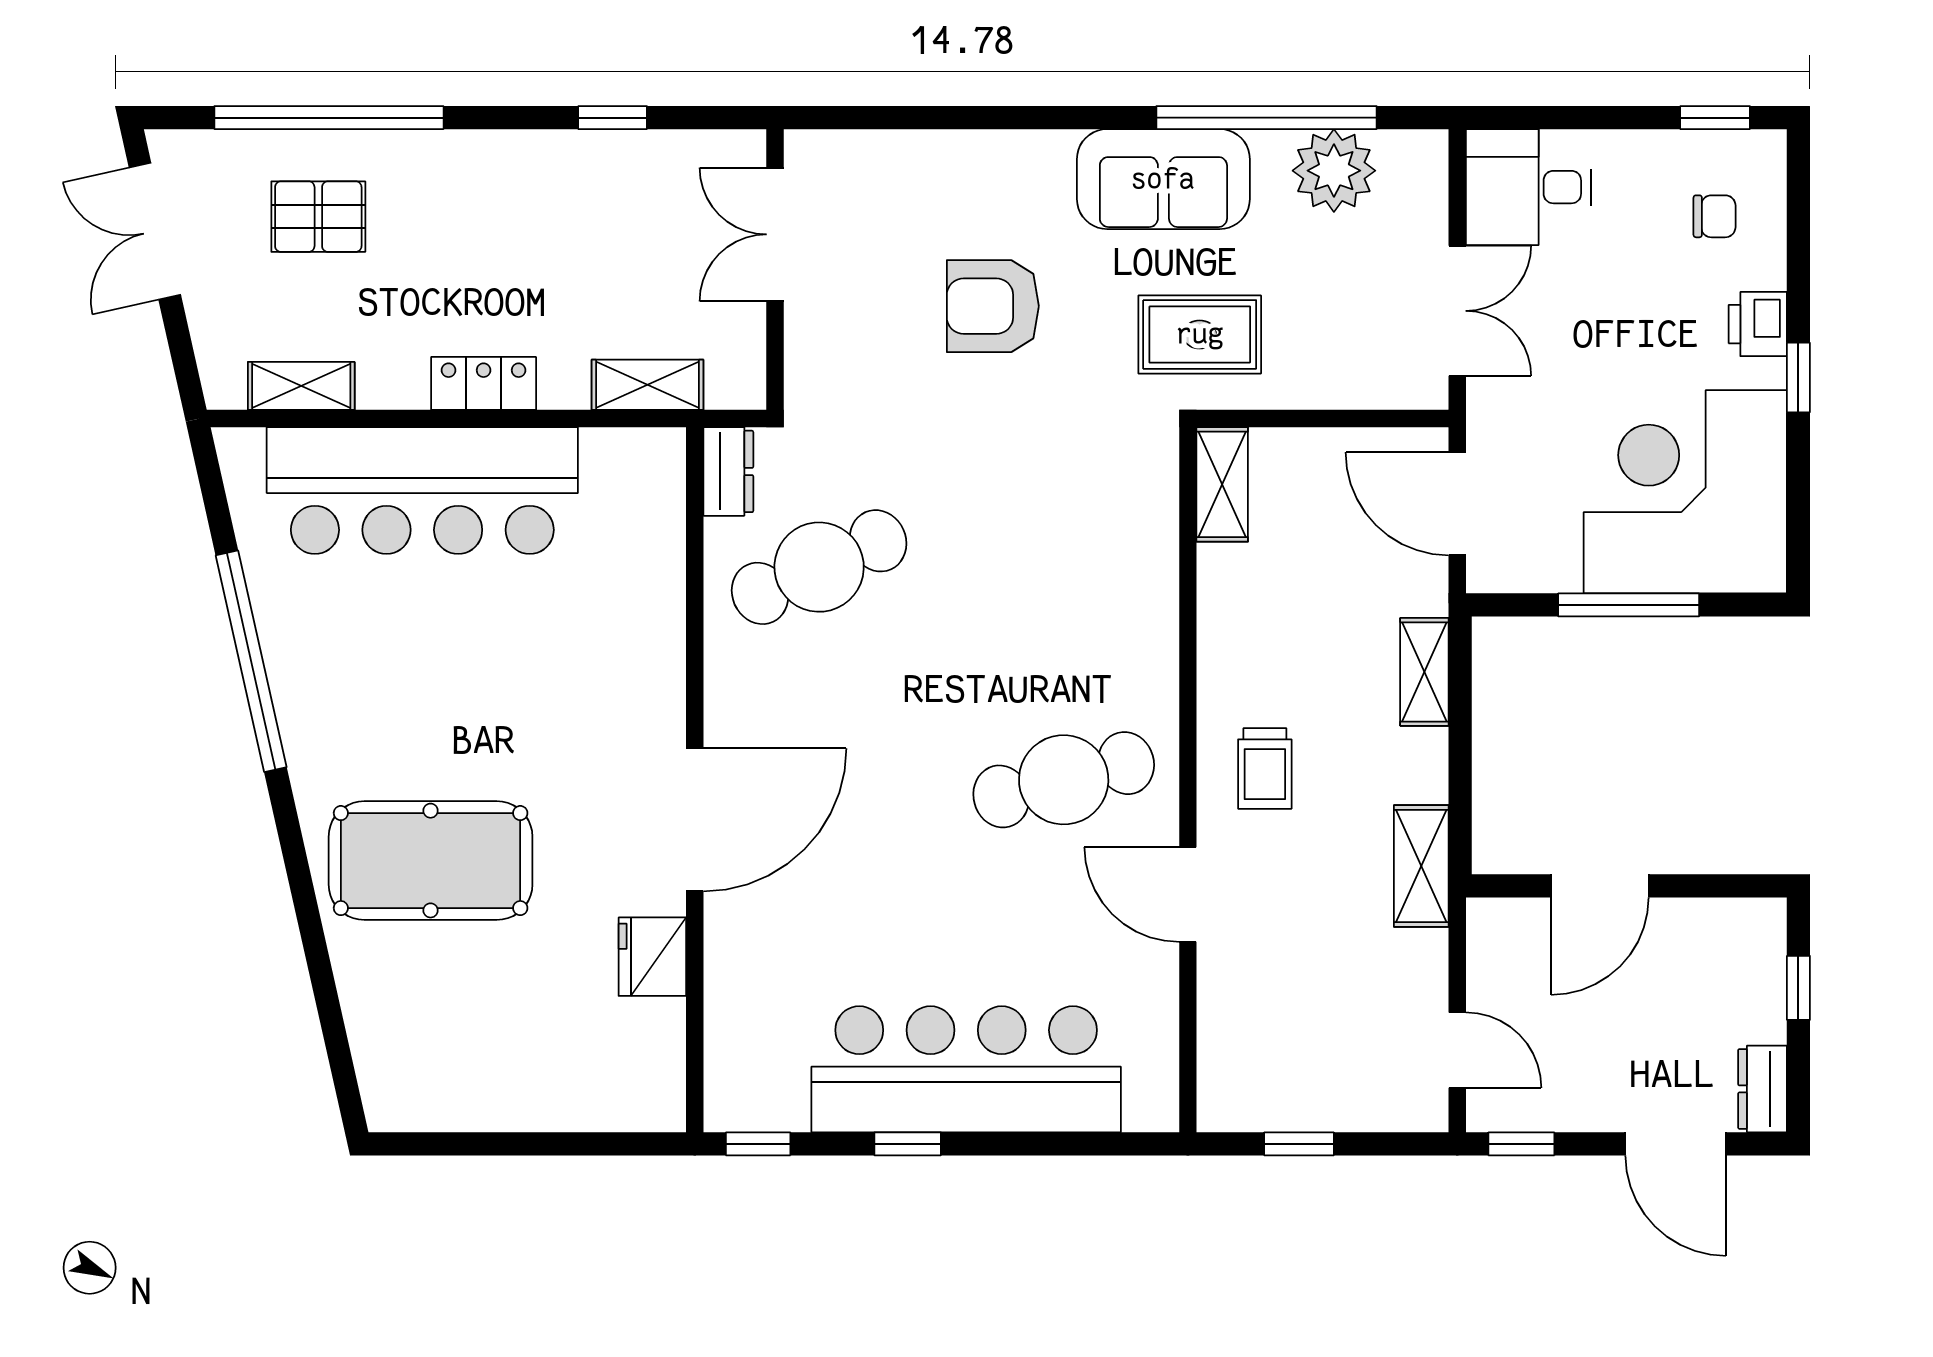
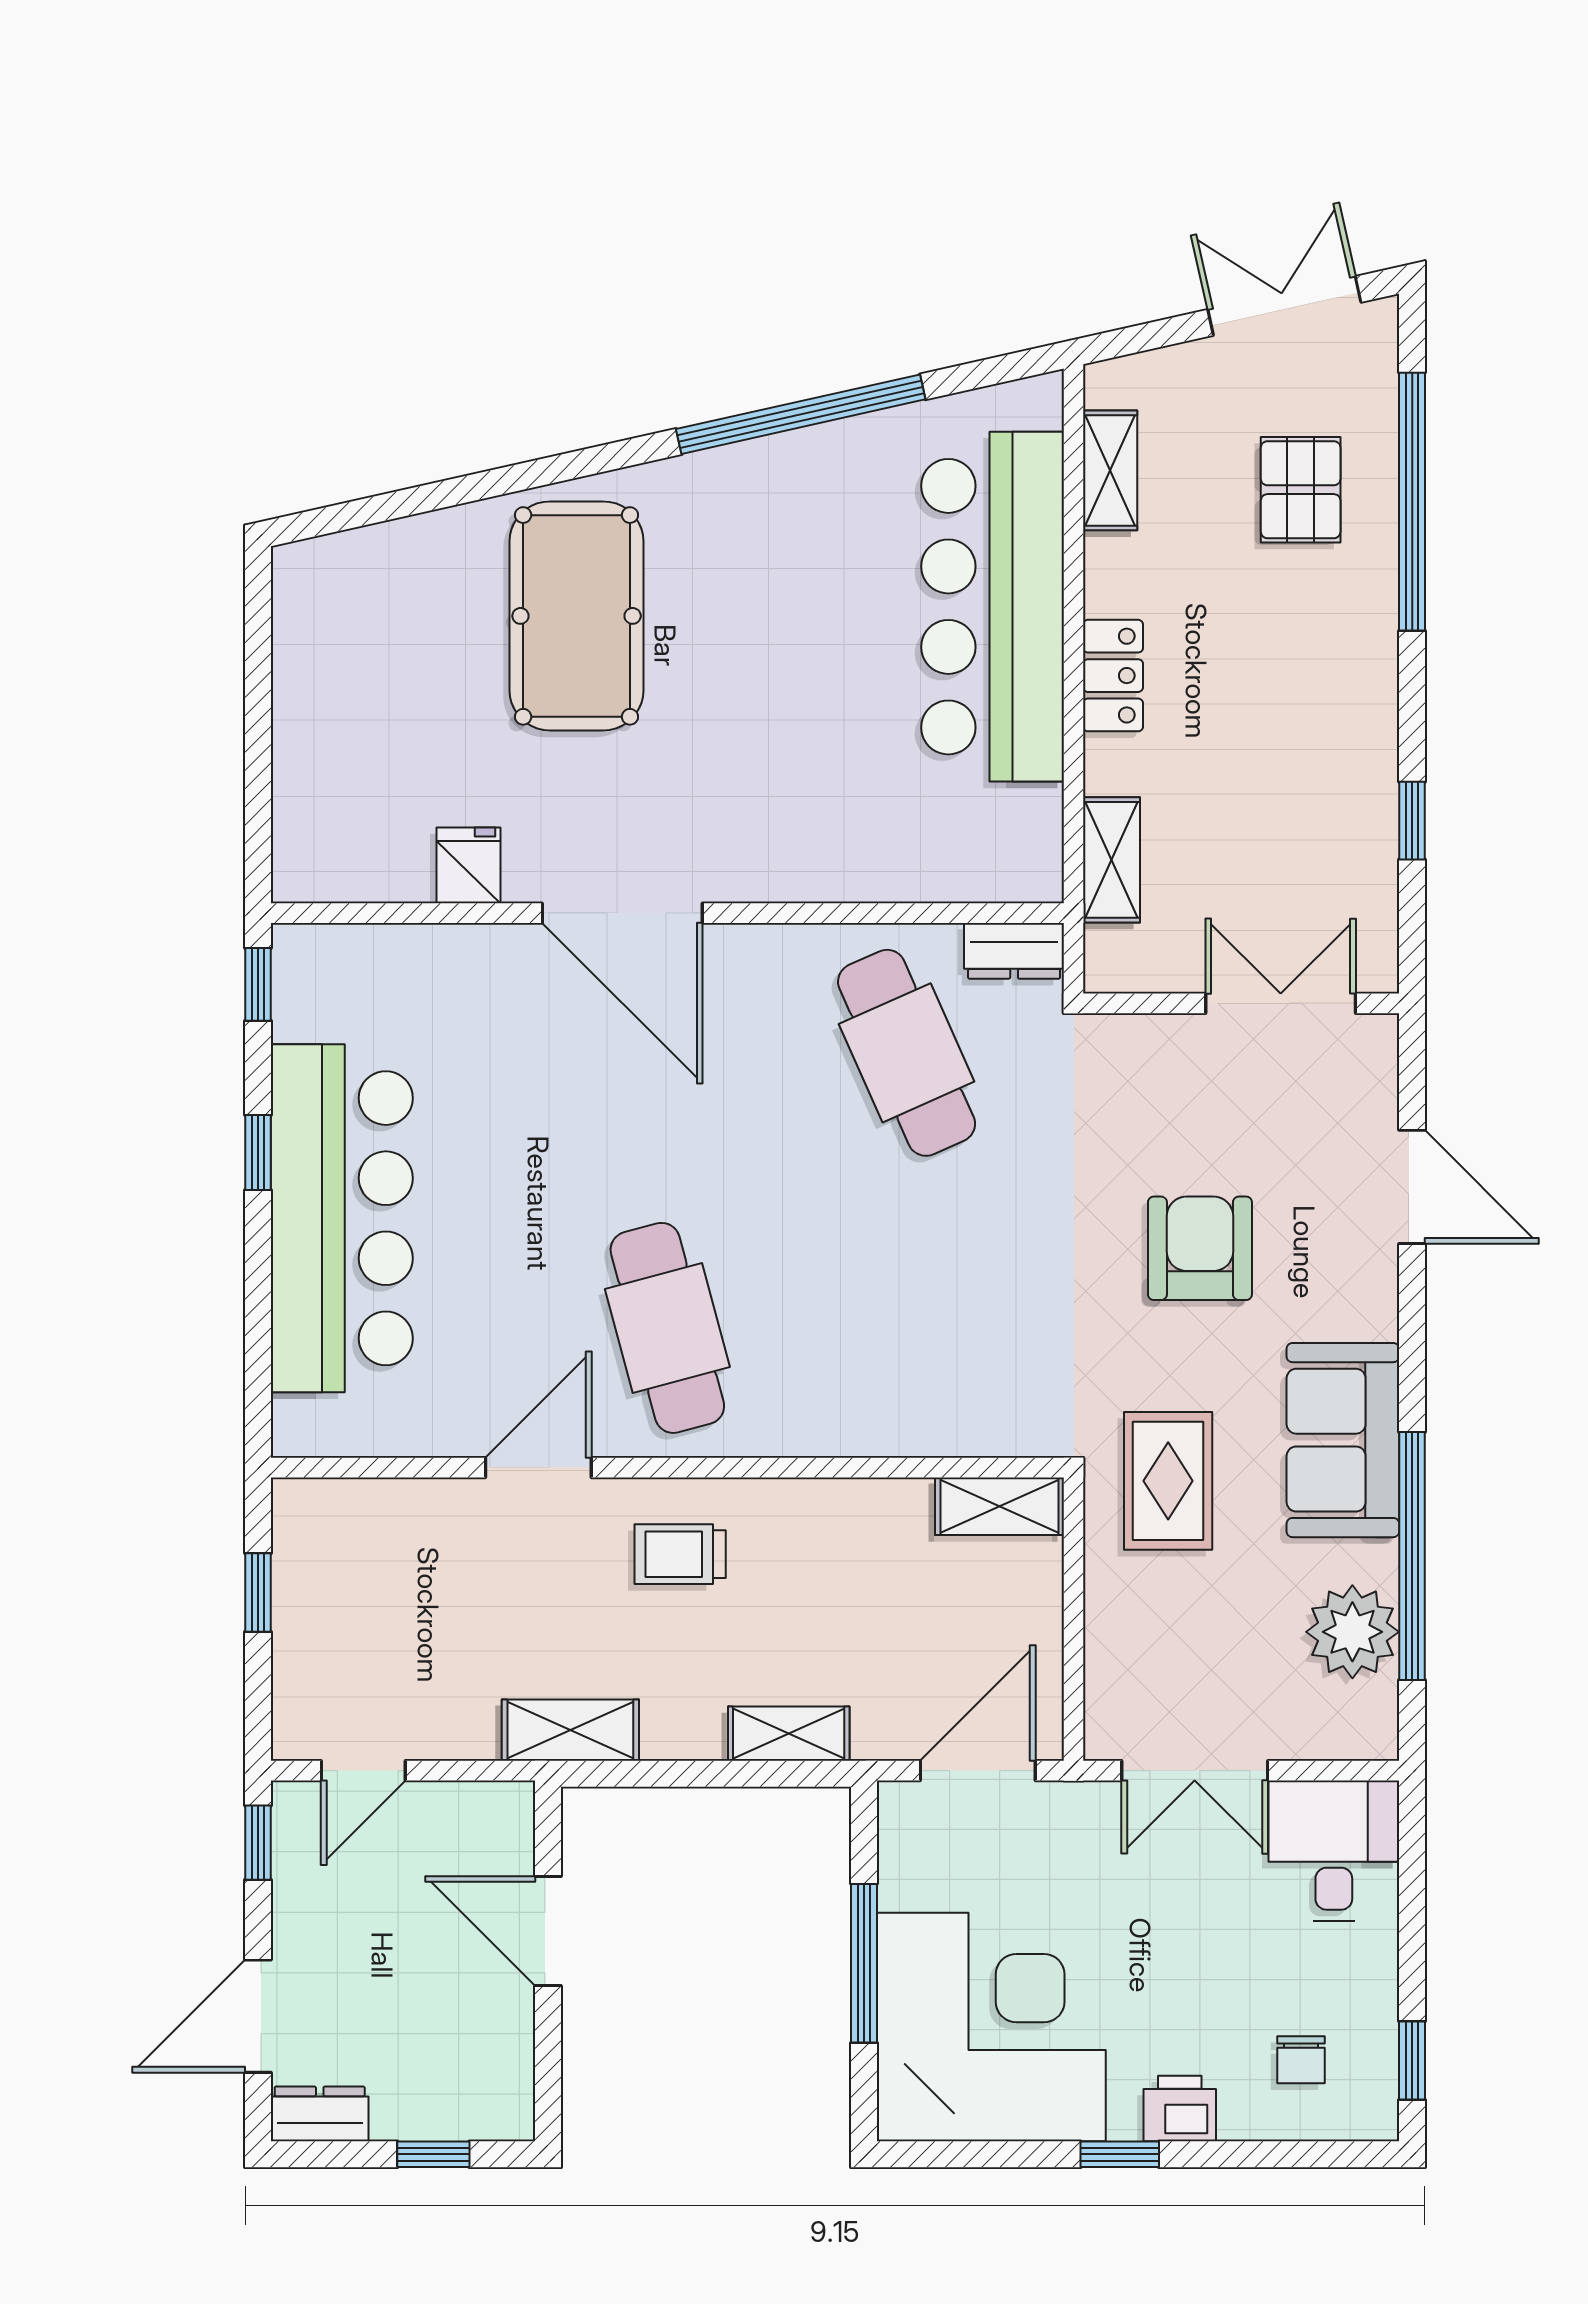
door: (938, 118) -> (1412, 1187), added
fridge: (652, 957) -> (468, 865), width x0.72

